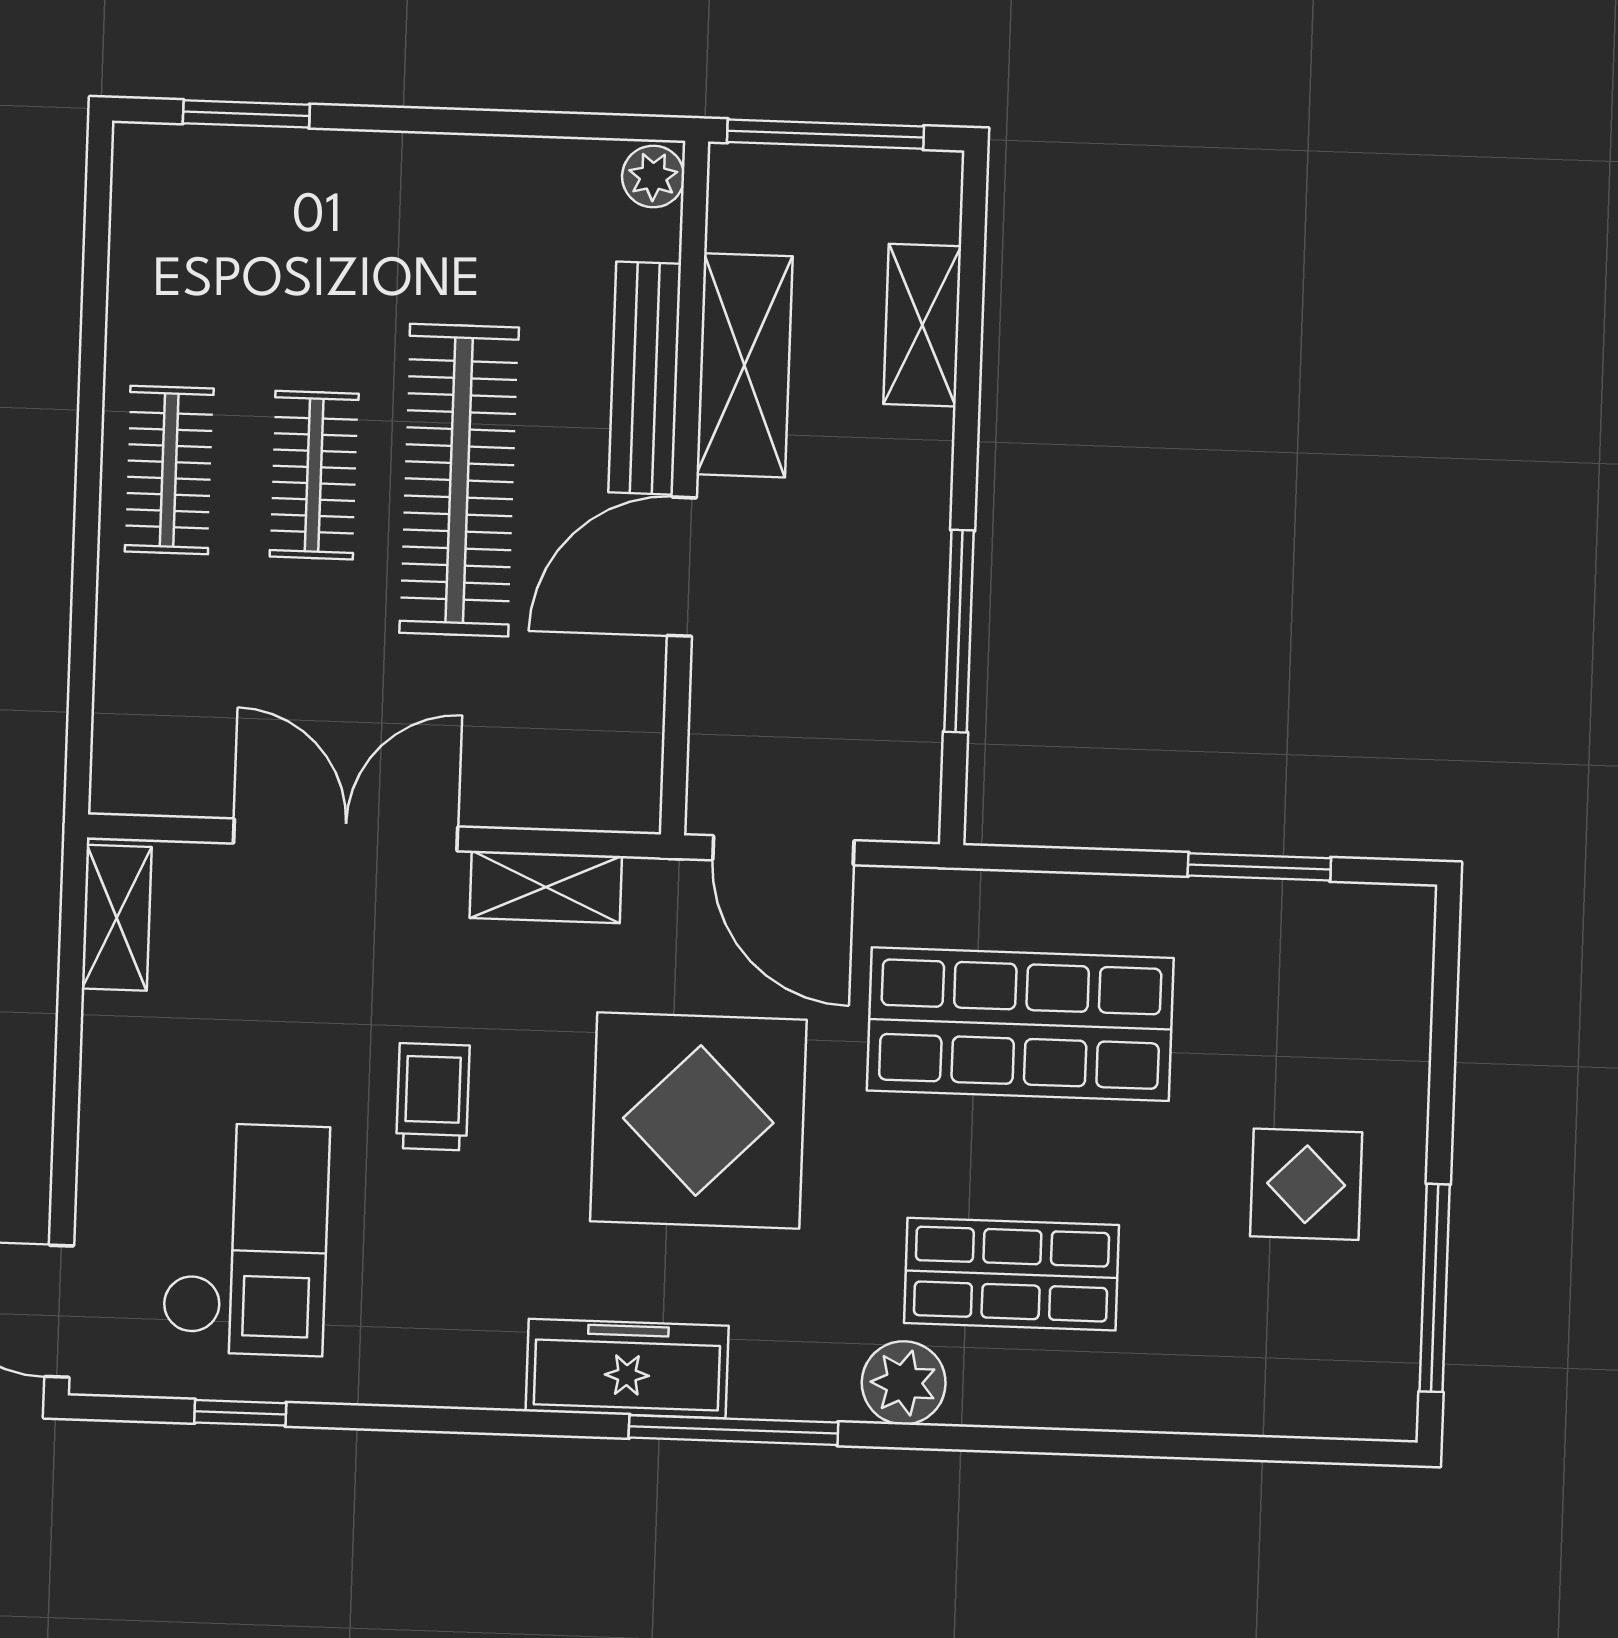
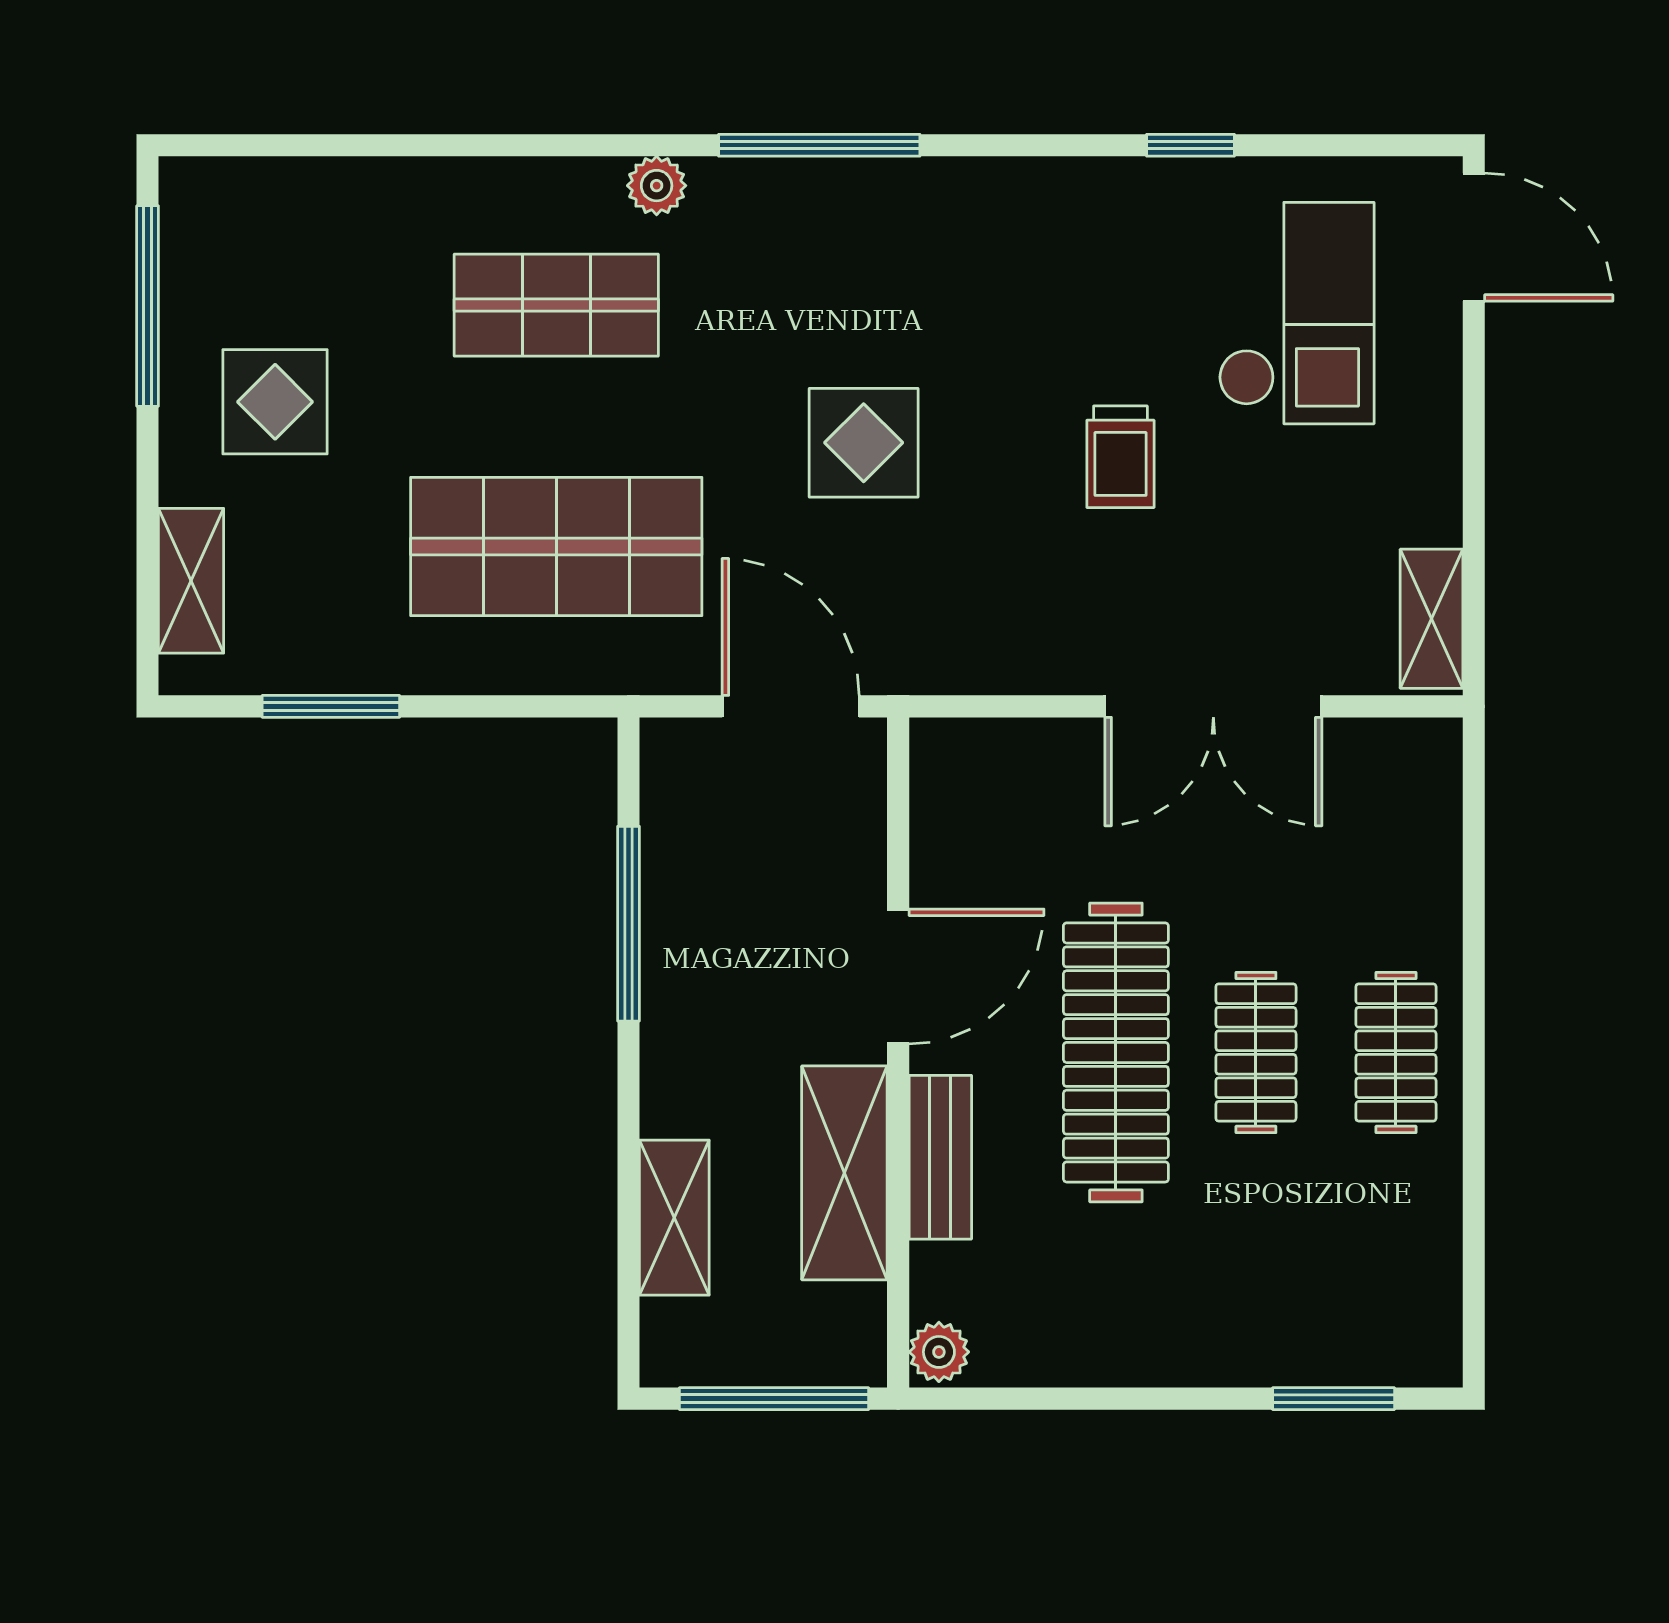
bench: (645, 378) -> (940, 1157), width x0.73
shelving: (546, 887) -> (191, 581), moved, turned 90
display table: (698, 1120) -> (864, 443), width x0.54, depth x0.54
checkout: (246, 1239) -> (1296, 313), turned 180
freezer: (627, 1369) -> (924, 201), removed
plant: (904, 1383) -> (657, 186), width x0.73, depth x0.73
window: (240, 1413) -> (1191, 145), moved

